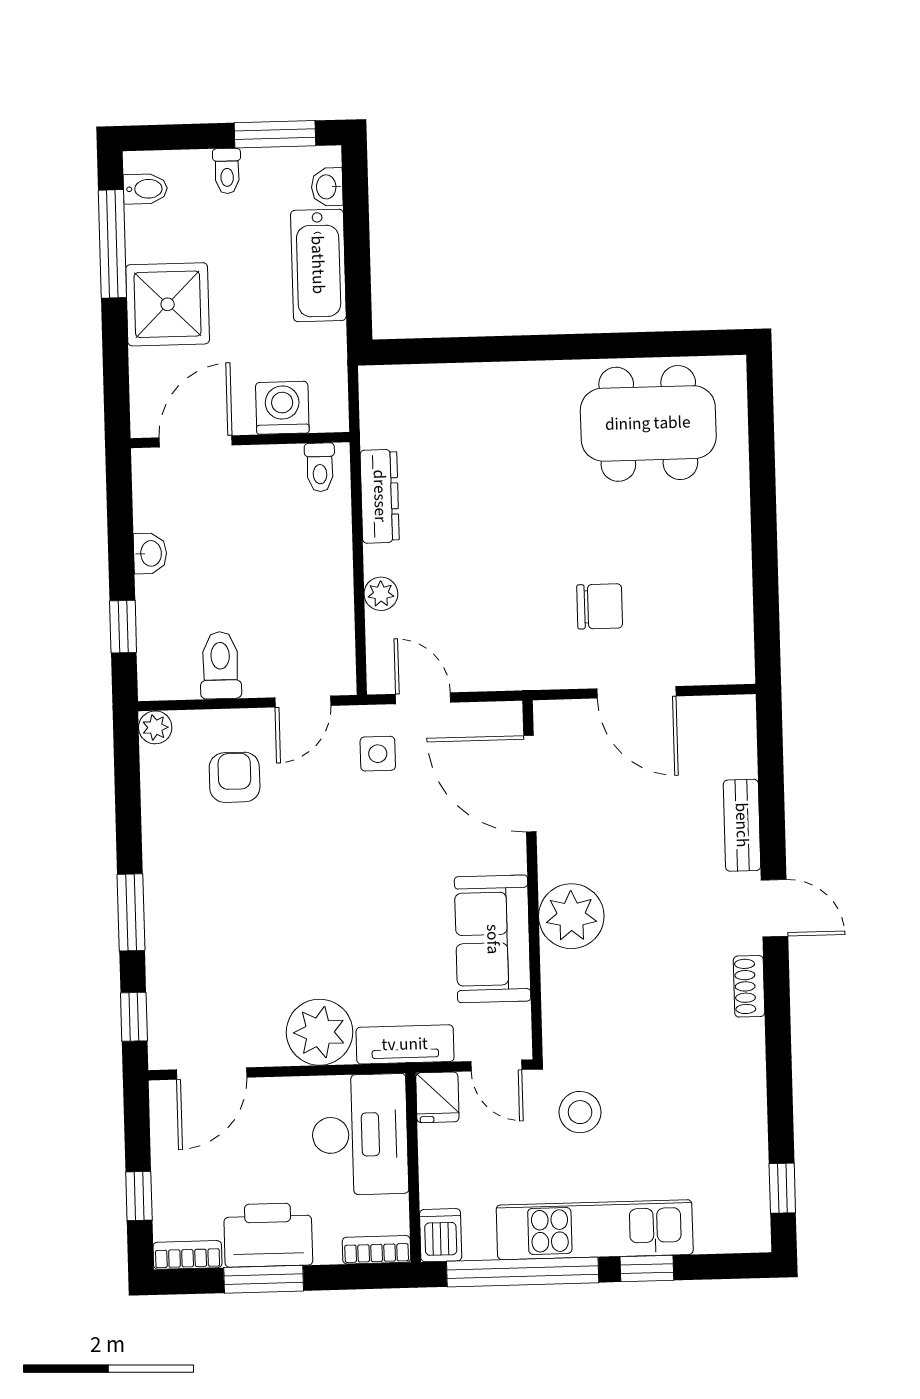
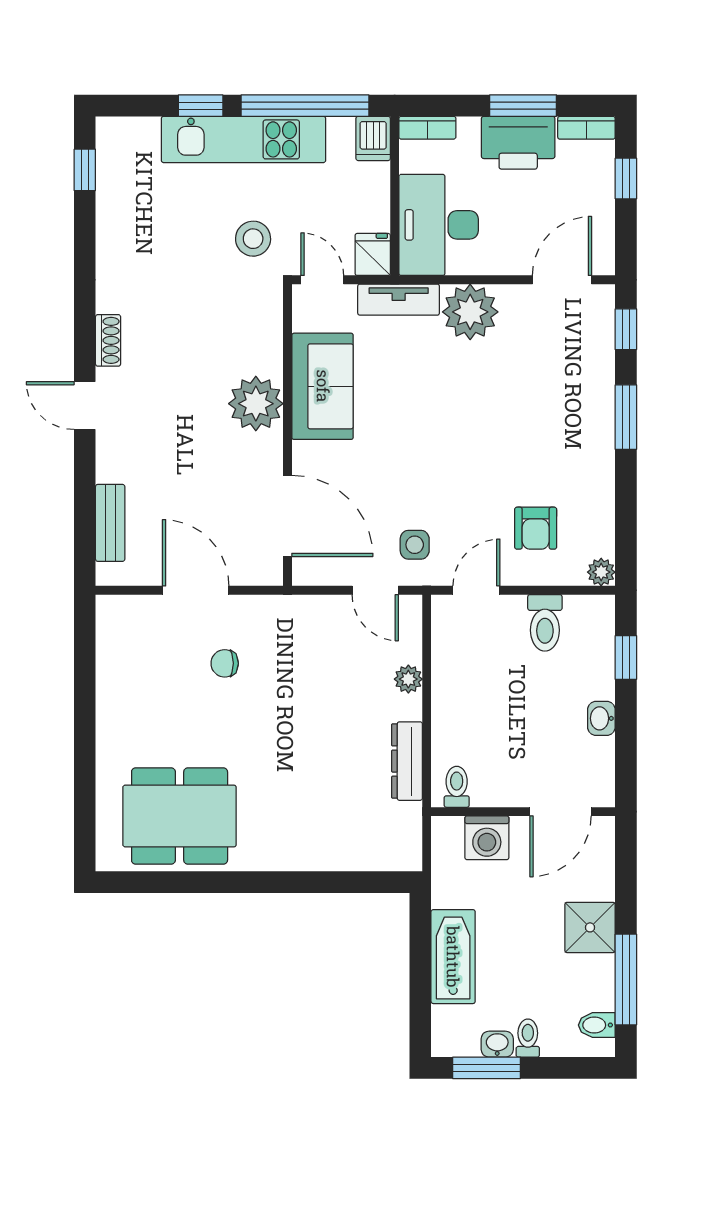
washbasin: (327, 187) -> (497, 1044), moved, turned -90
shower: (168, 304) -> (590, 927), width x0.73, depth x0.73
chair: (600, 606) -> (225, 663), width x0.73, depth x0.73
bench: (742, 825) -> (110, 523), moved

